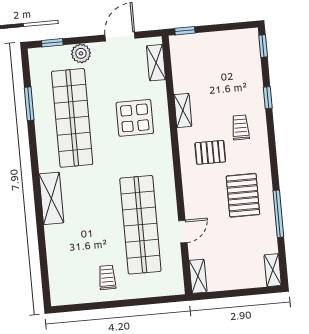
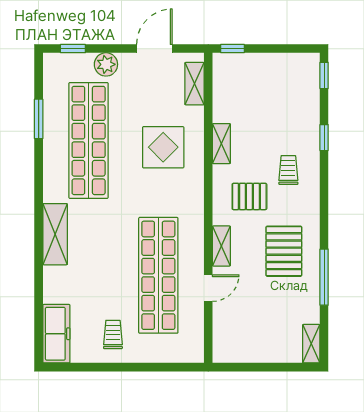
shelving: (198, 276) -> (221, 246), moved
freezer: (60, 281) -> (56, 334), added

